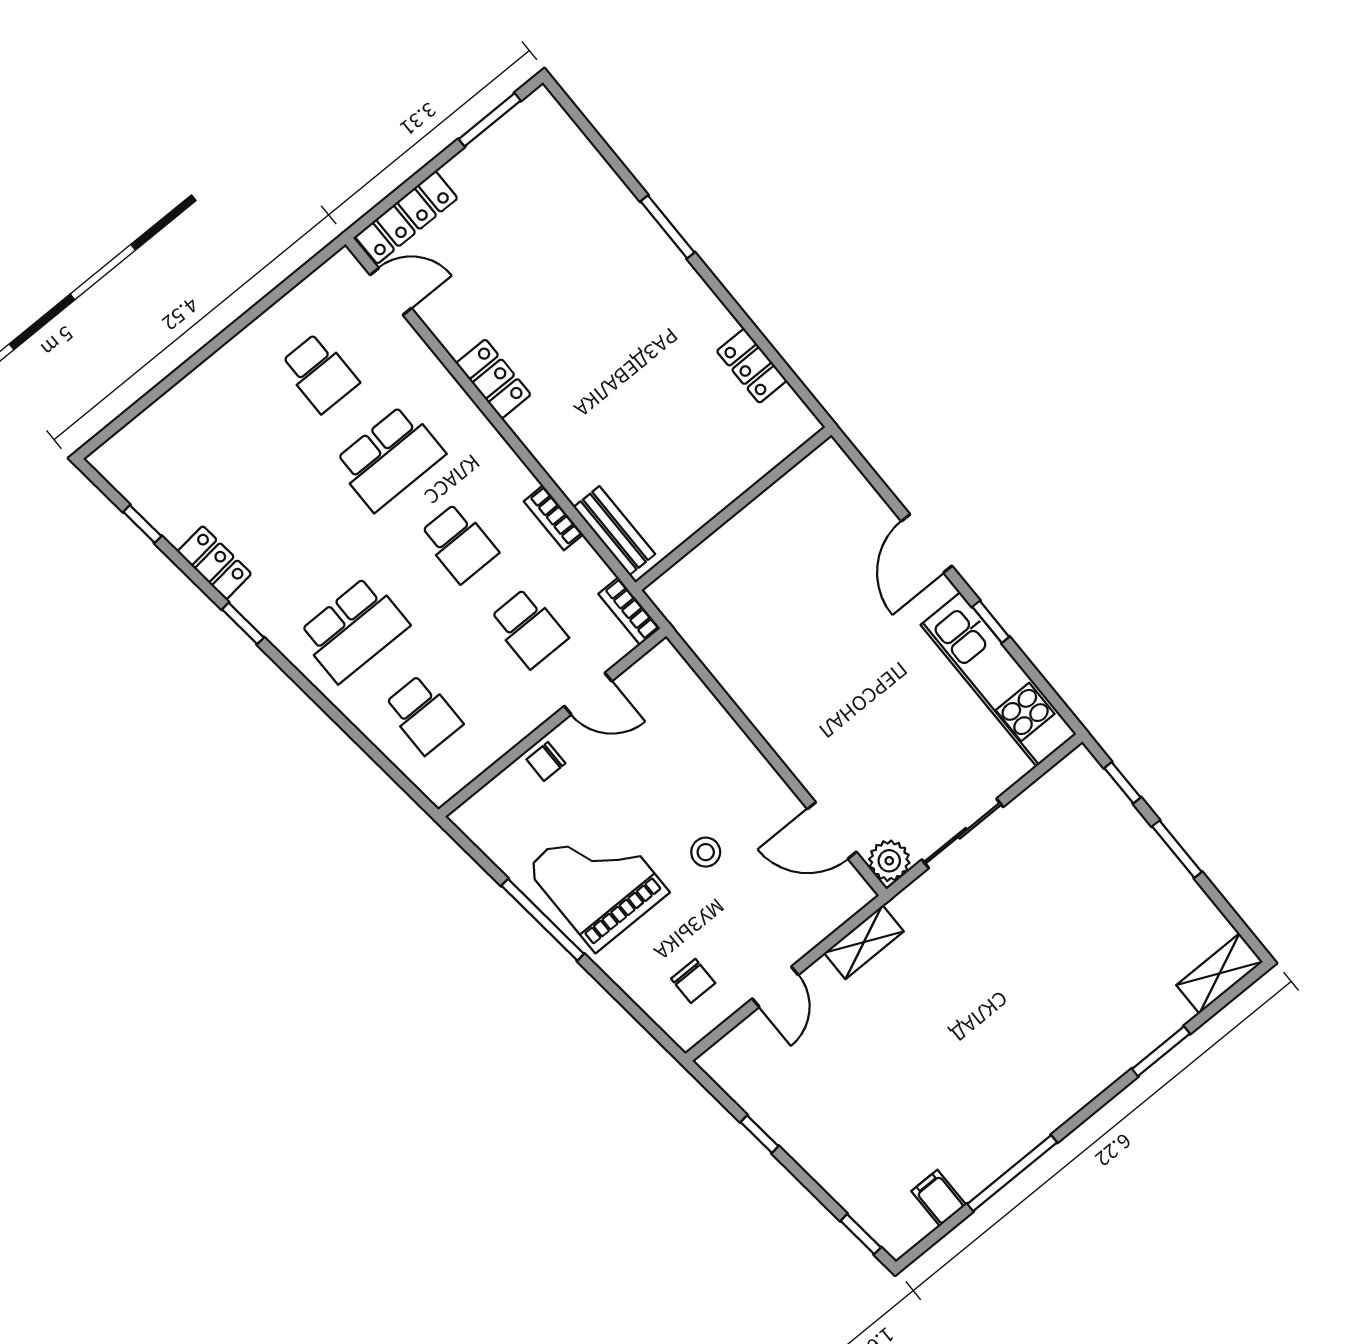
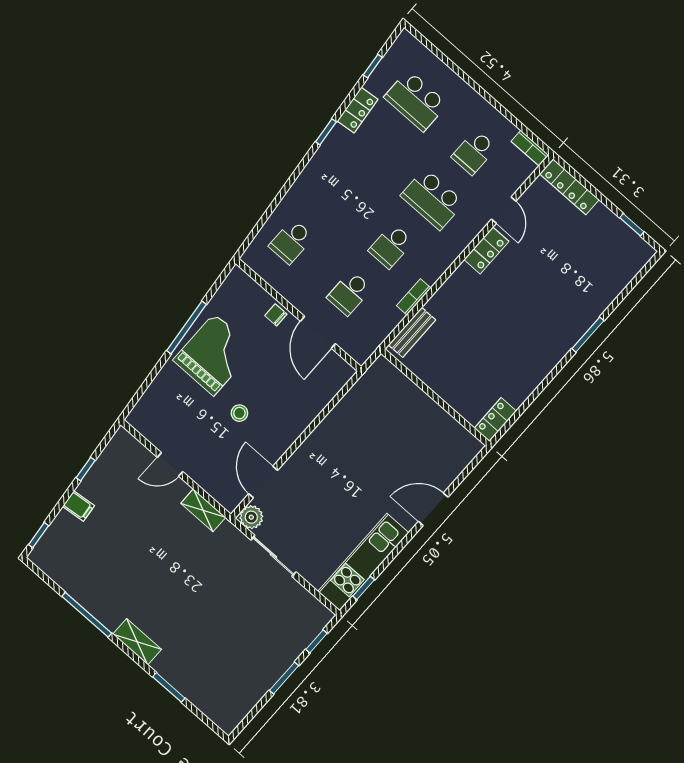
window: (490, 120) -> (632, 225), width x0.67
door: (391, 292) -> (504, 210), moved
locker: (752, 366) -> (495, 420), moved
bookcase: (629, 611) -> (530, 148), moved, turned -90
window: (991, 622) -> (364, 588), moved
school desk: (354, 629) -> (416, 101), moved
door: (588, 694) -> (318, 332), width x1.38
shelving: (1220, 973) -> (137, 642), moved
chair: (693, 981) -> (166, 418), removed
filing cabinet: (939, 1198) -> (79, 506), moved, turned 84

